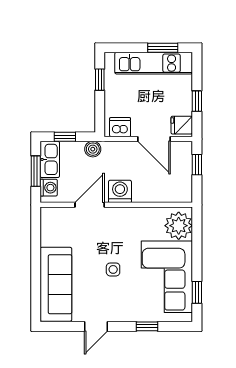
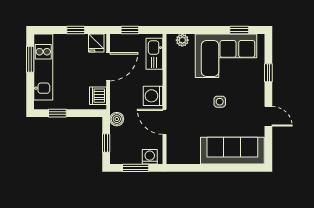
kitchen sink: (50, 159) -> (154, 54), moved, turned -90
plant: (179, 226) -> (182, 40), width x0.53, depth x0.53

